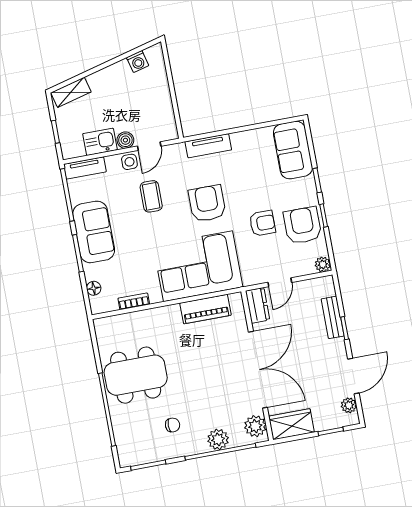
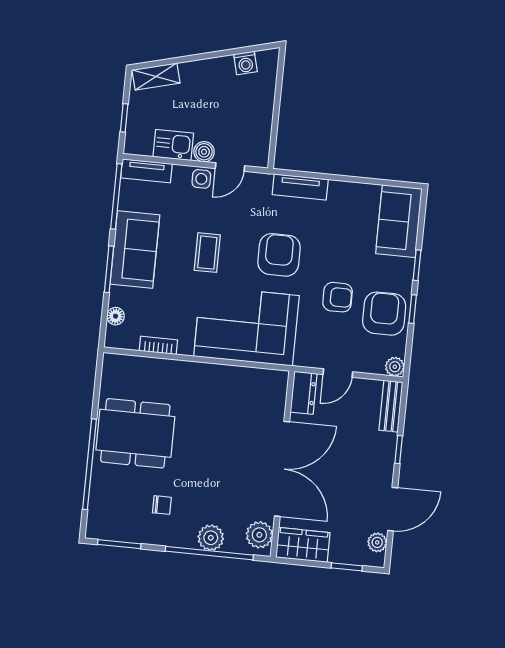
coffee table: (151, 196) -> (207, 253), moved
piano: (205, 309) -> (241, 379), removed
bench: (333, 317) -> (391, 406), moved

